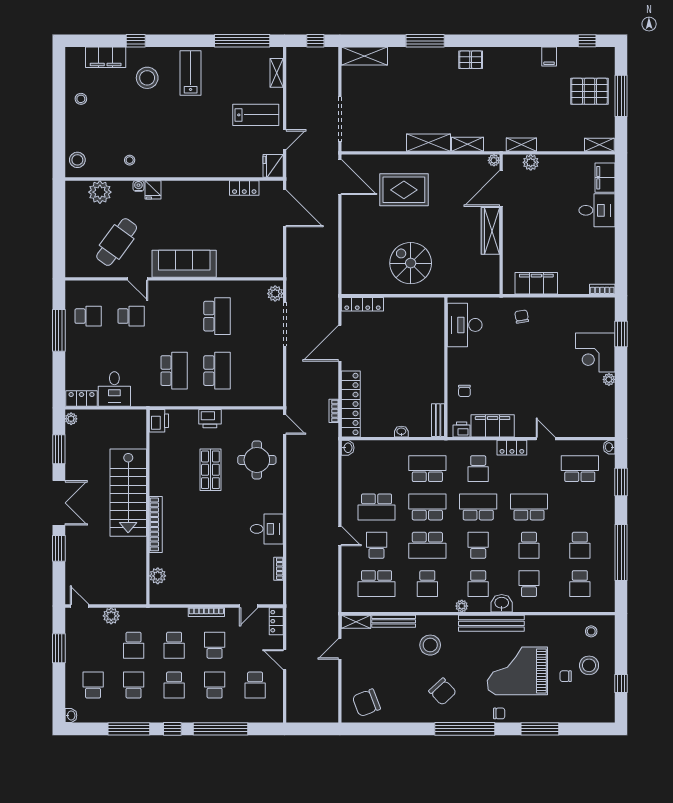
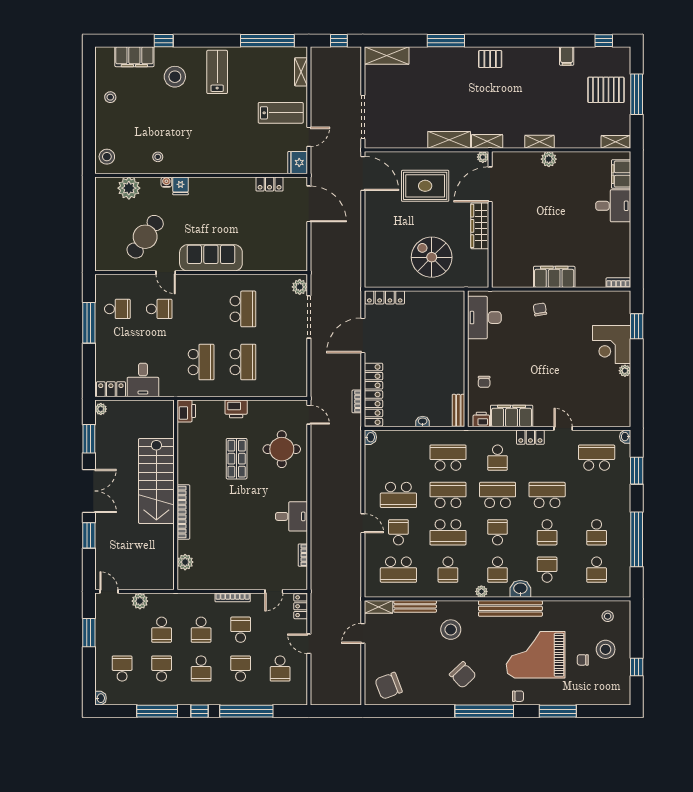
plant: (494, 160) -> (483, 157), moved
door: (501, 188) -> (490, 184), moved
wall: (501, 224) -> (490, 219), moved
wardrobe: (491, 231) -> (480, 226), moved

